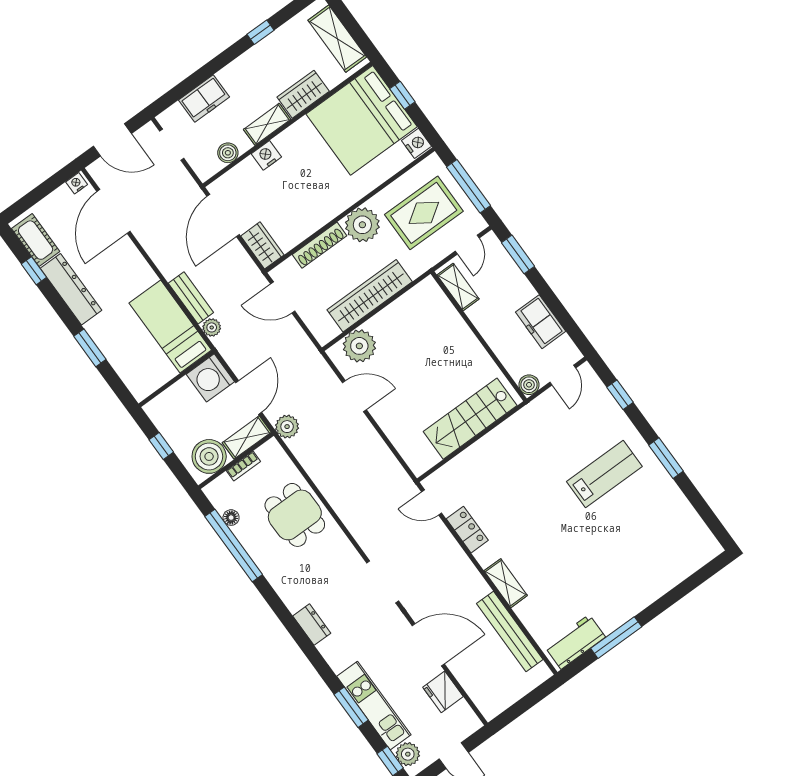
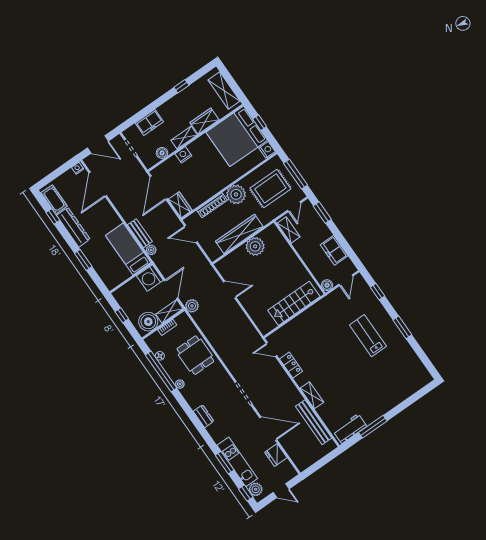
plant: (359, 346) -> (255, 246), moved
lab bench: (604, 474) -> (368, 336), turned -90
plant: (268, 568) -> (180, 384), added

